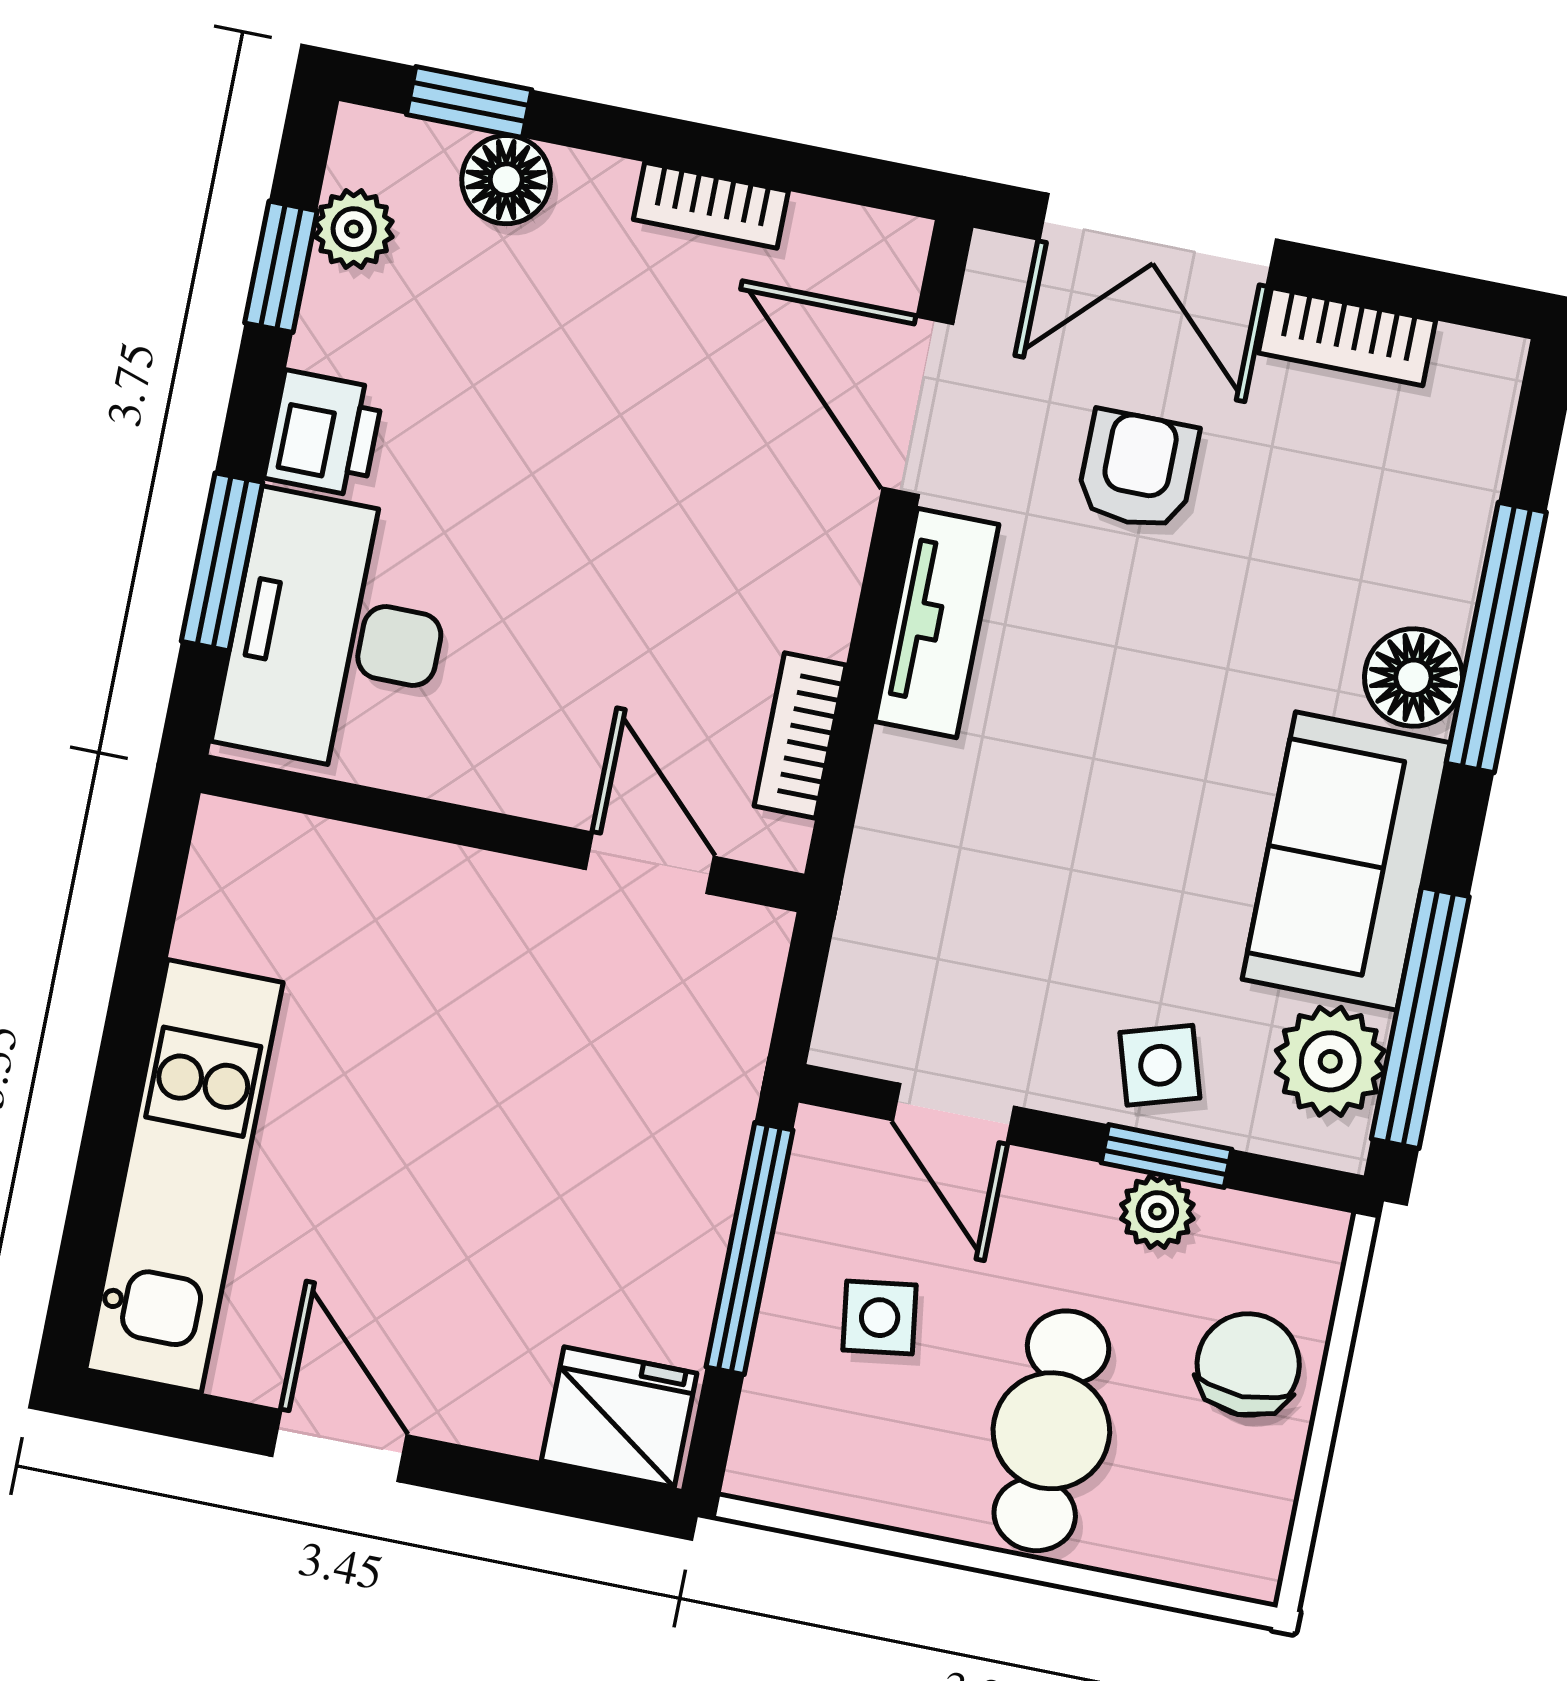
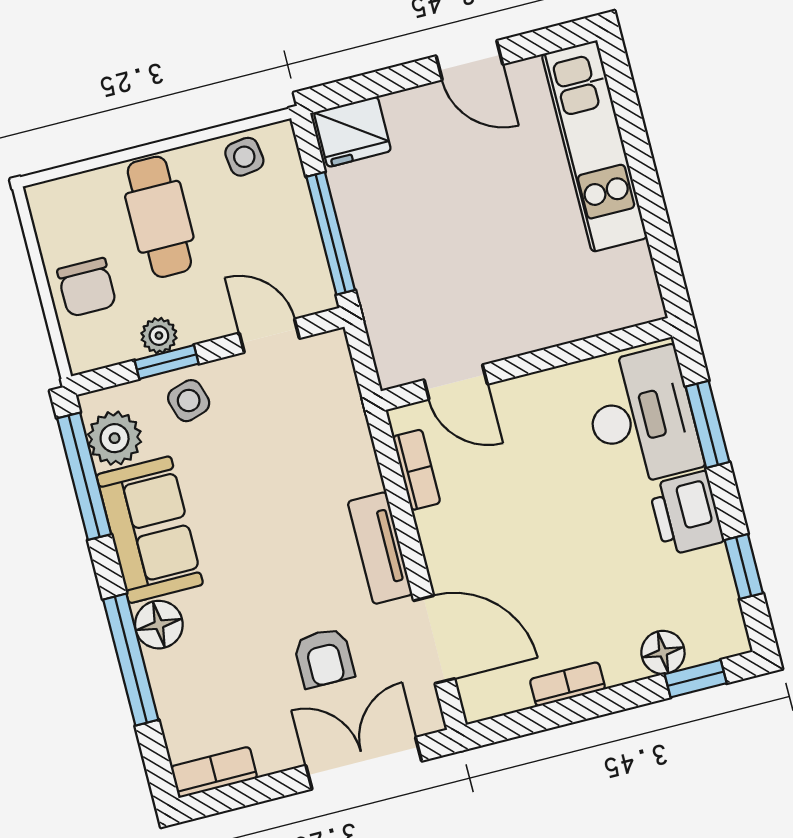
plant: (354, 229) -> (720, 598), removed
bookcase: (1347, 337) -> (214, 772), moved
printer: (324, 434) -> (686, 513), width x1.36, depth x1.24
side table: (880, 1318) -> (244, 157), moved

